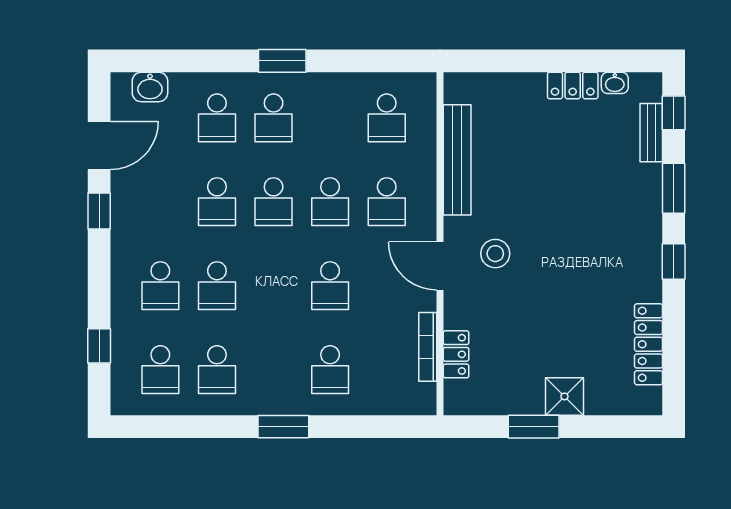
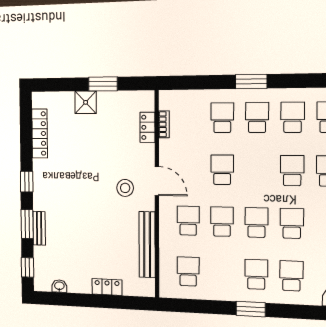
locker: (573, 85) -> (107, 287), moved
bench: (651, 133) -> (39, 228), moved
bookcase: (428, 347) -> (164, 124), width x0.64
school desk: (274, 370) -> (257, 117), added

